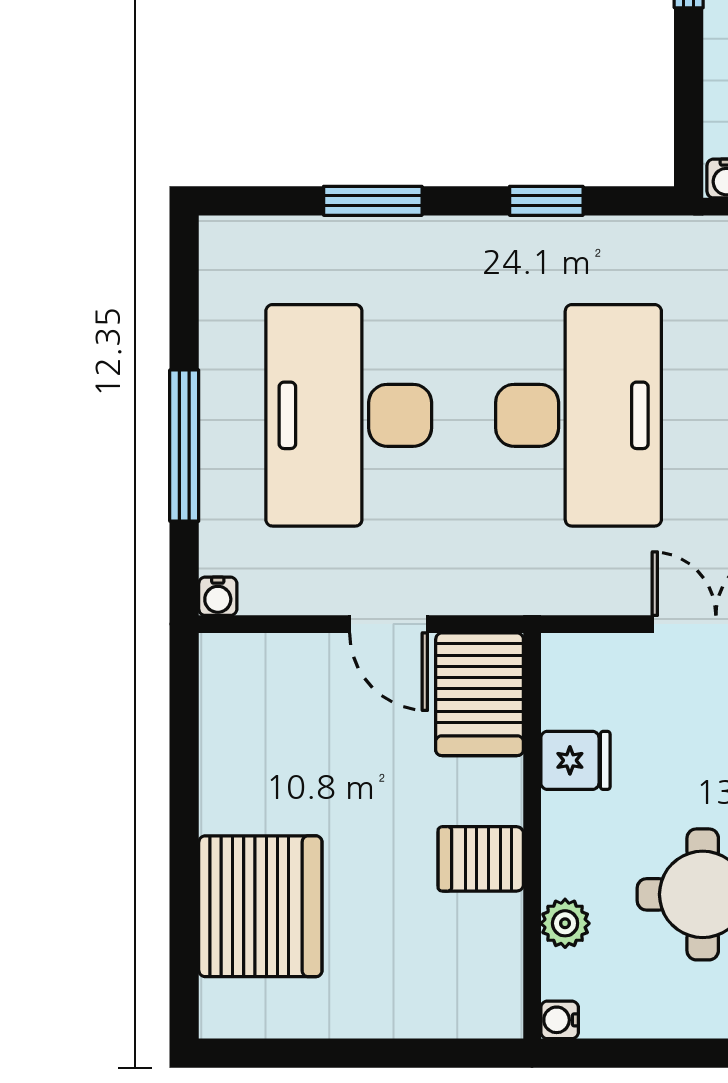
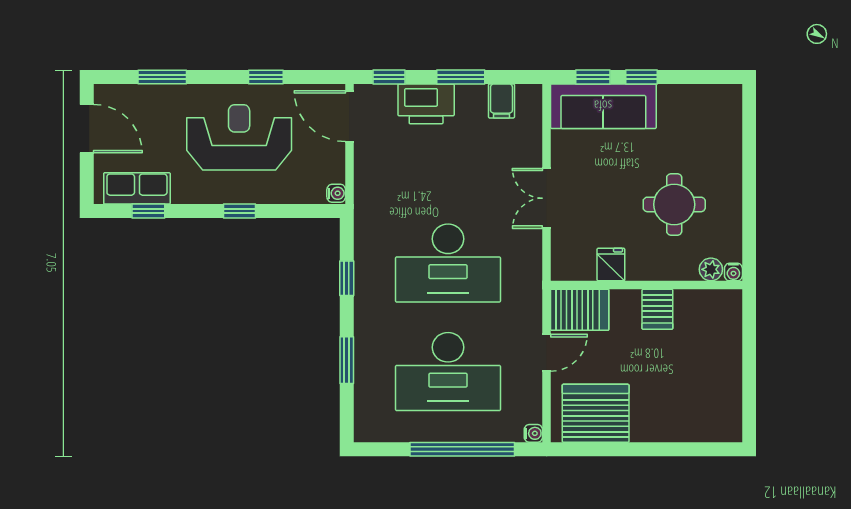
desk: (578, 415) -> (448, 263), turned 180
window: (184, 446) -> (462, 449), width x1.46
server rack: (260, 906) -> (596, 413), moved
plant: (565, 923) -> (711, 269), moved

